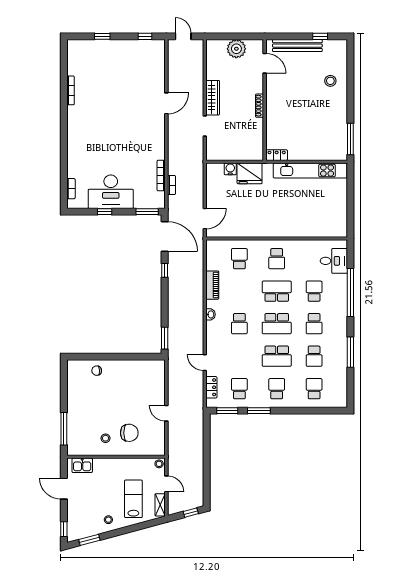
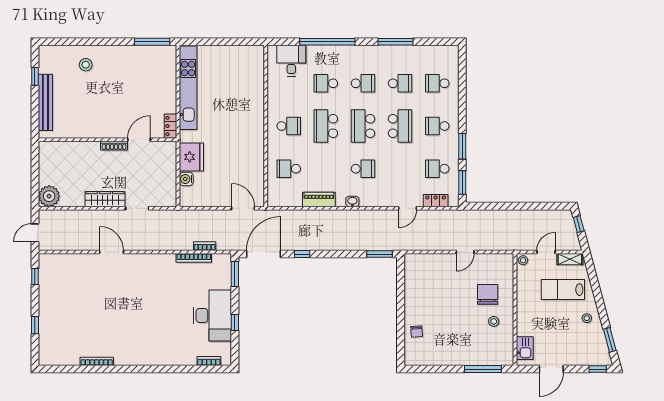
plant: (236, 49) -> (49, 196), moved
door: (265, 63) -> (139, 140), moved
school desk: (277, 324) -> (363, 126), turned 180

